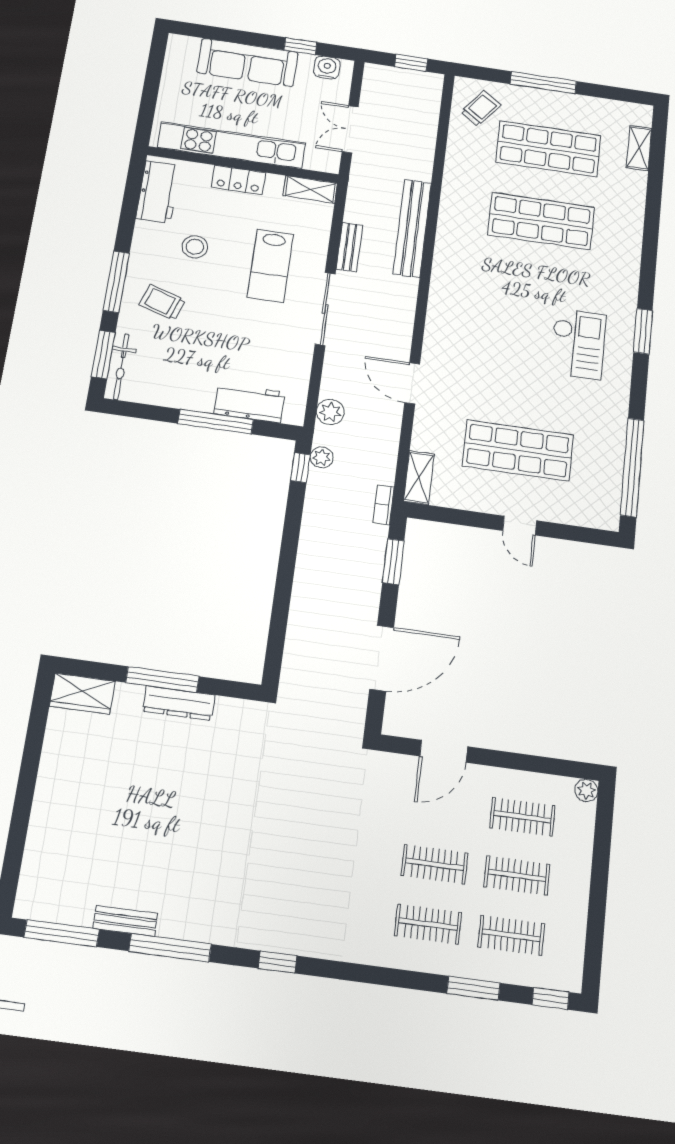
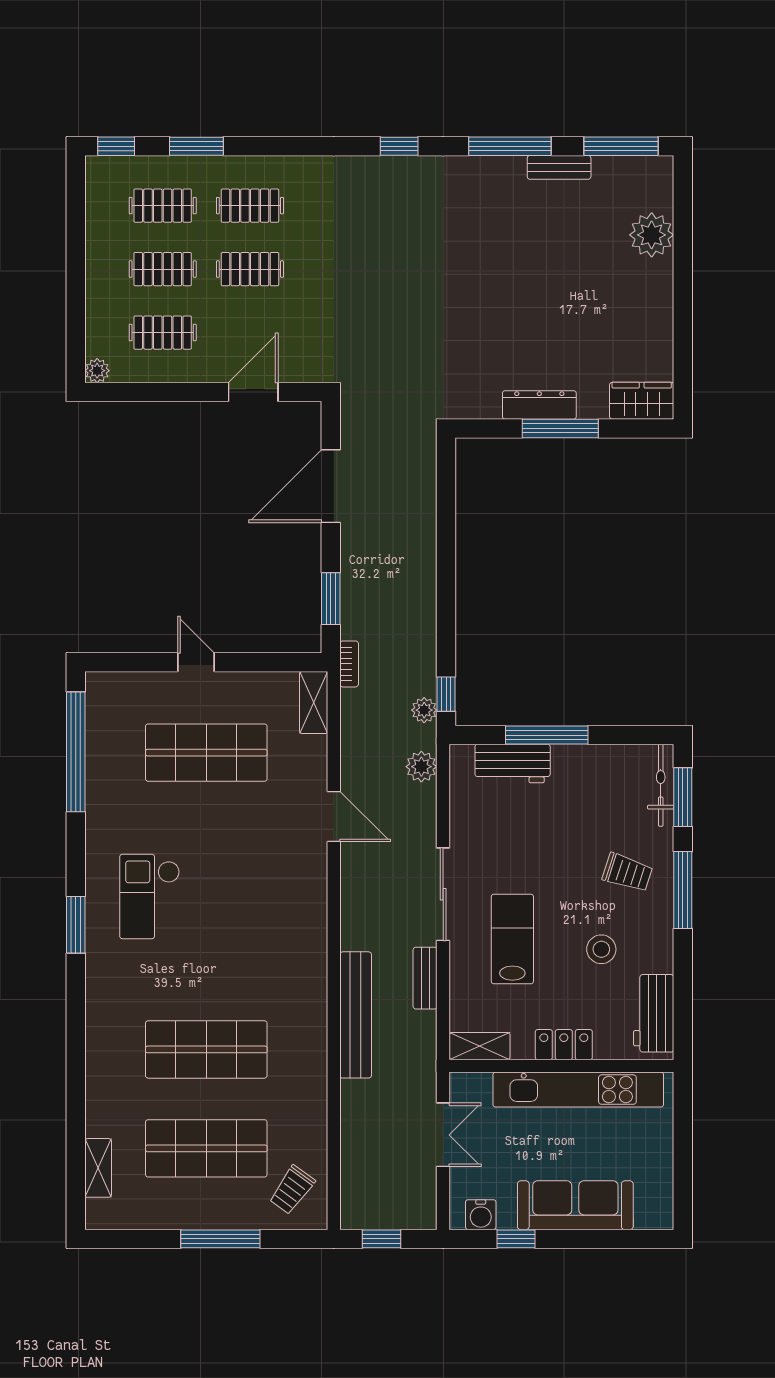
plant: (47, 844) -> (652, 235), added

